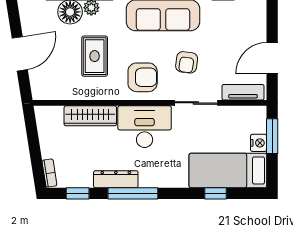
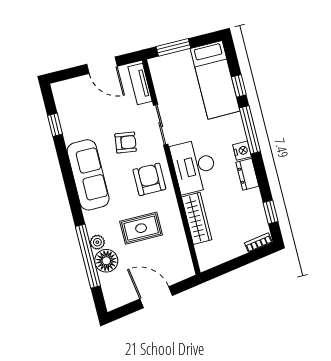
nightstand: (259, 143) -> (242, 151), moved, turned 90
dresser: (116, 179) -> (247, 174), width x0.70
window: (133, 193) -> (250, 130), moved

